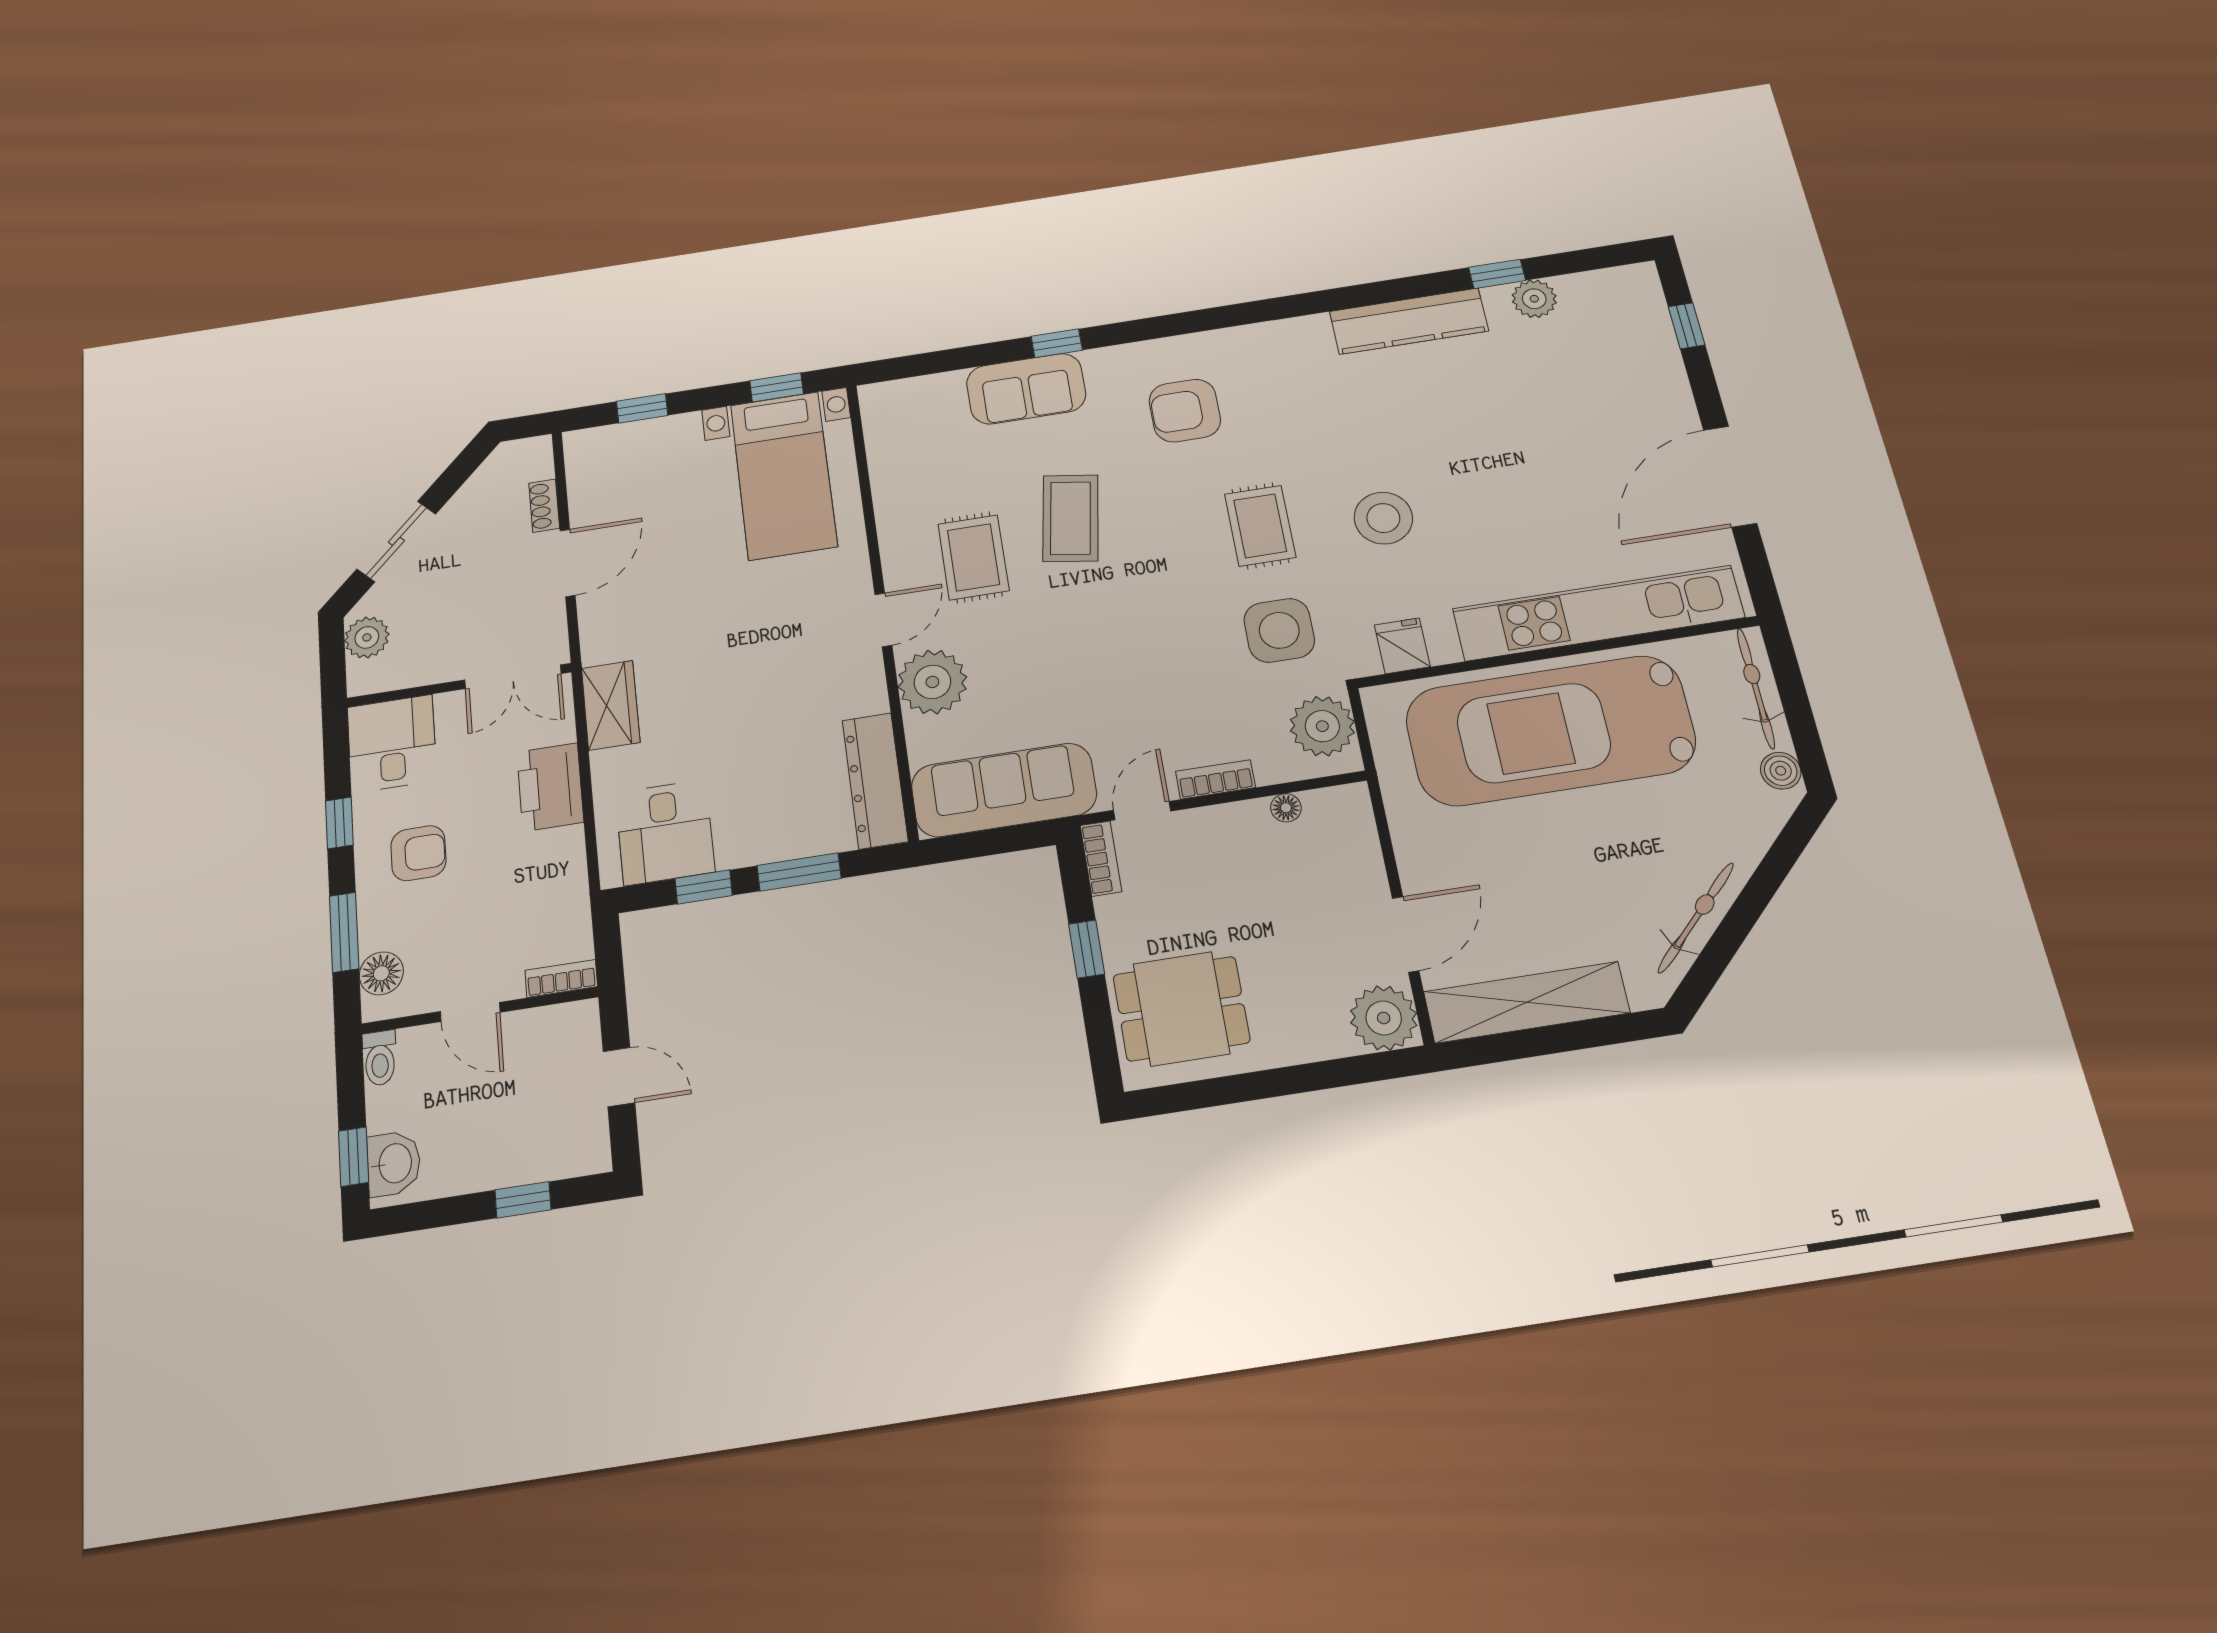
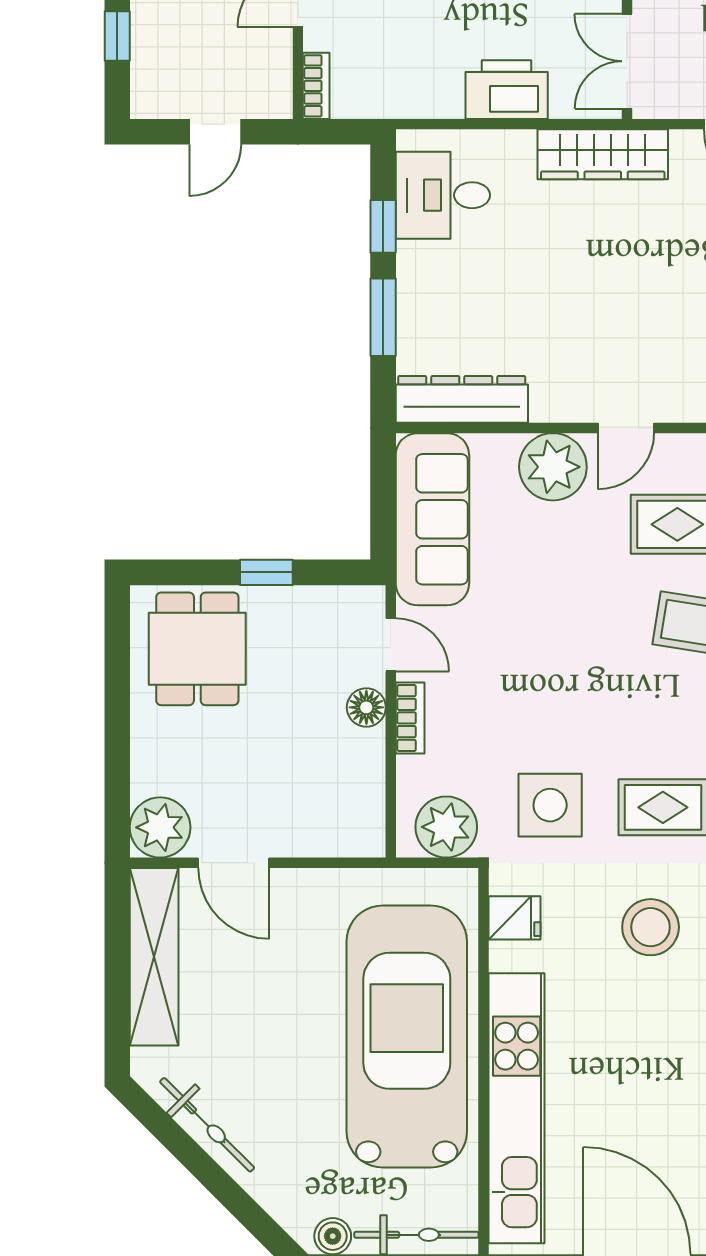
door: (883, 620) -> (626, 428), hinge flipped
wardrobe: (611, 705) -> (603, 154), width x1.50
floor lamp: (1286, 808) -> (366, 707), moved, width x1.37, depth x1.37
bookcase: (1101, 858) -> (350, 599), removed

